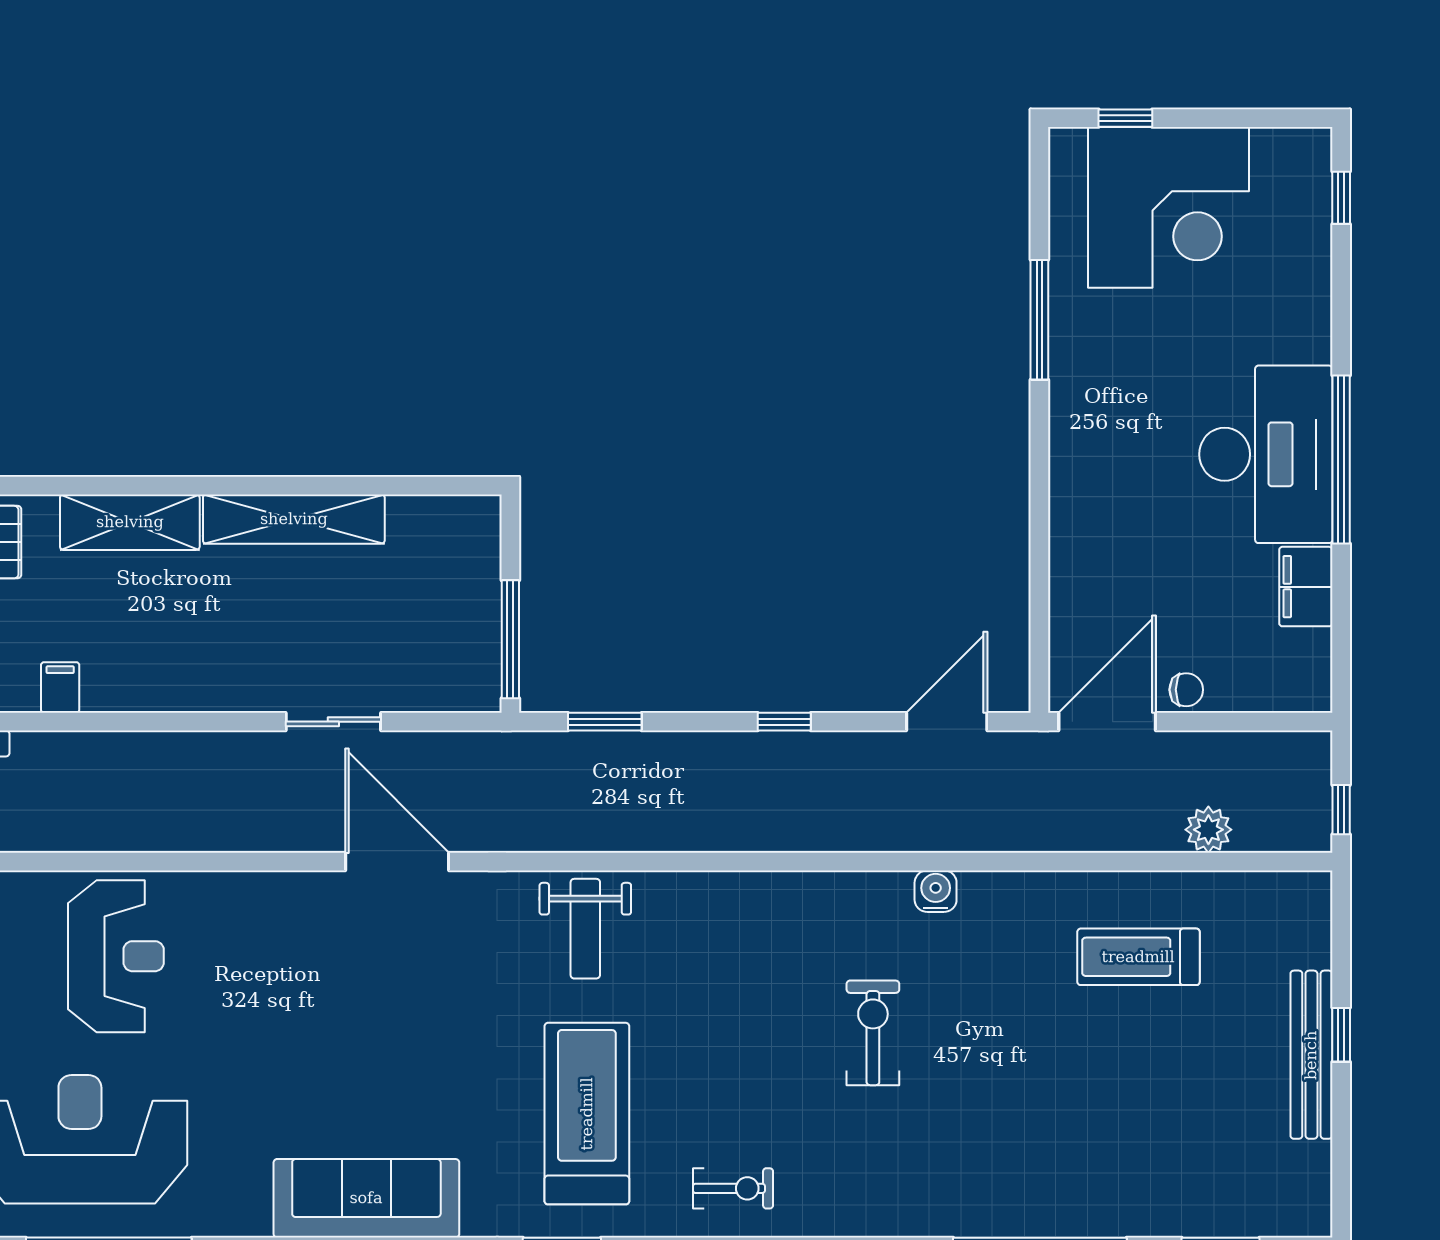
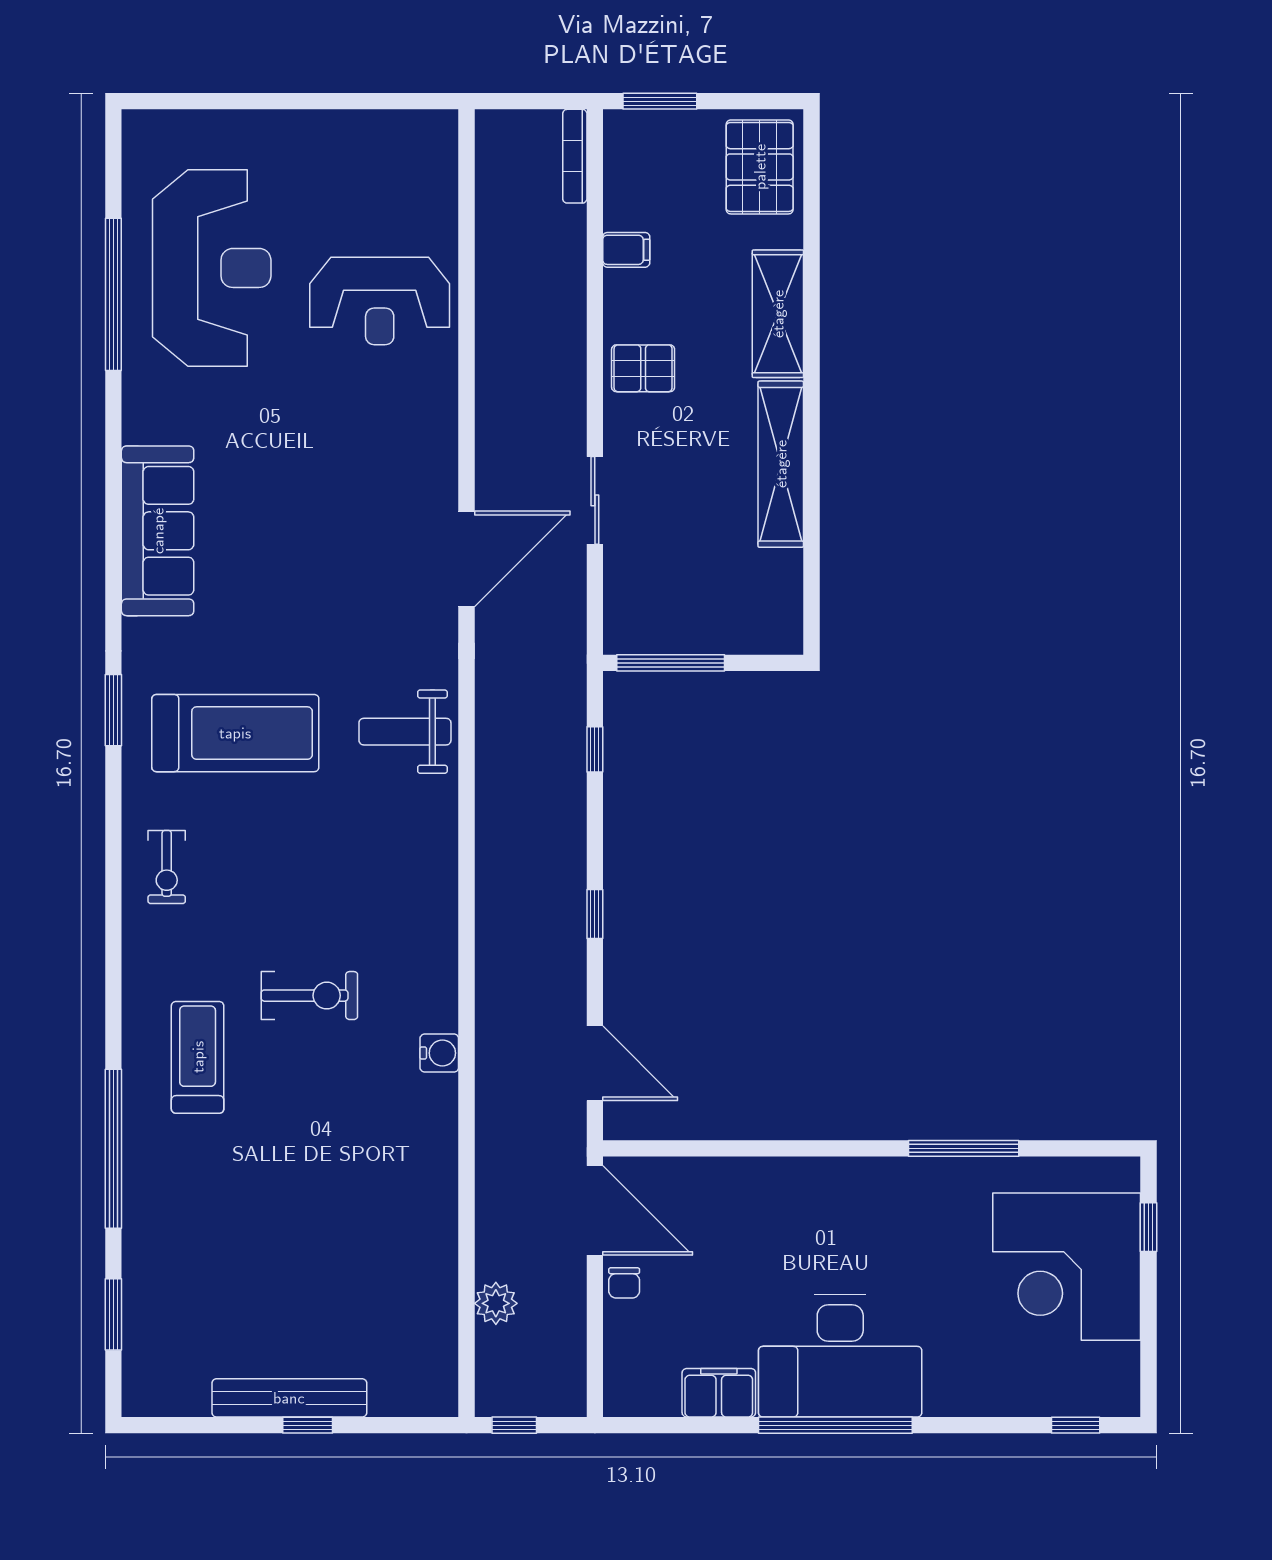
pallet: (189, 669) -> (643, 368), added
window: (605, 722) -> (595, 749), width x0.67
treadmill: (1138, 957) -> (198, 1057), moved

